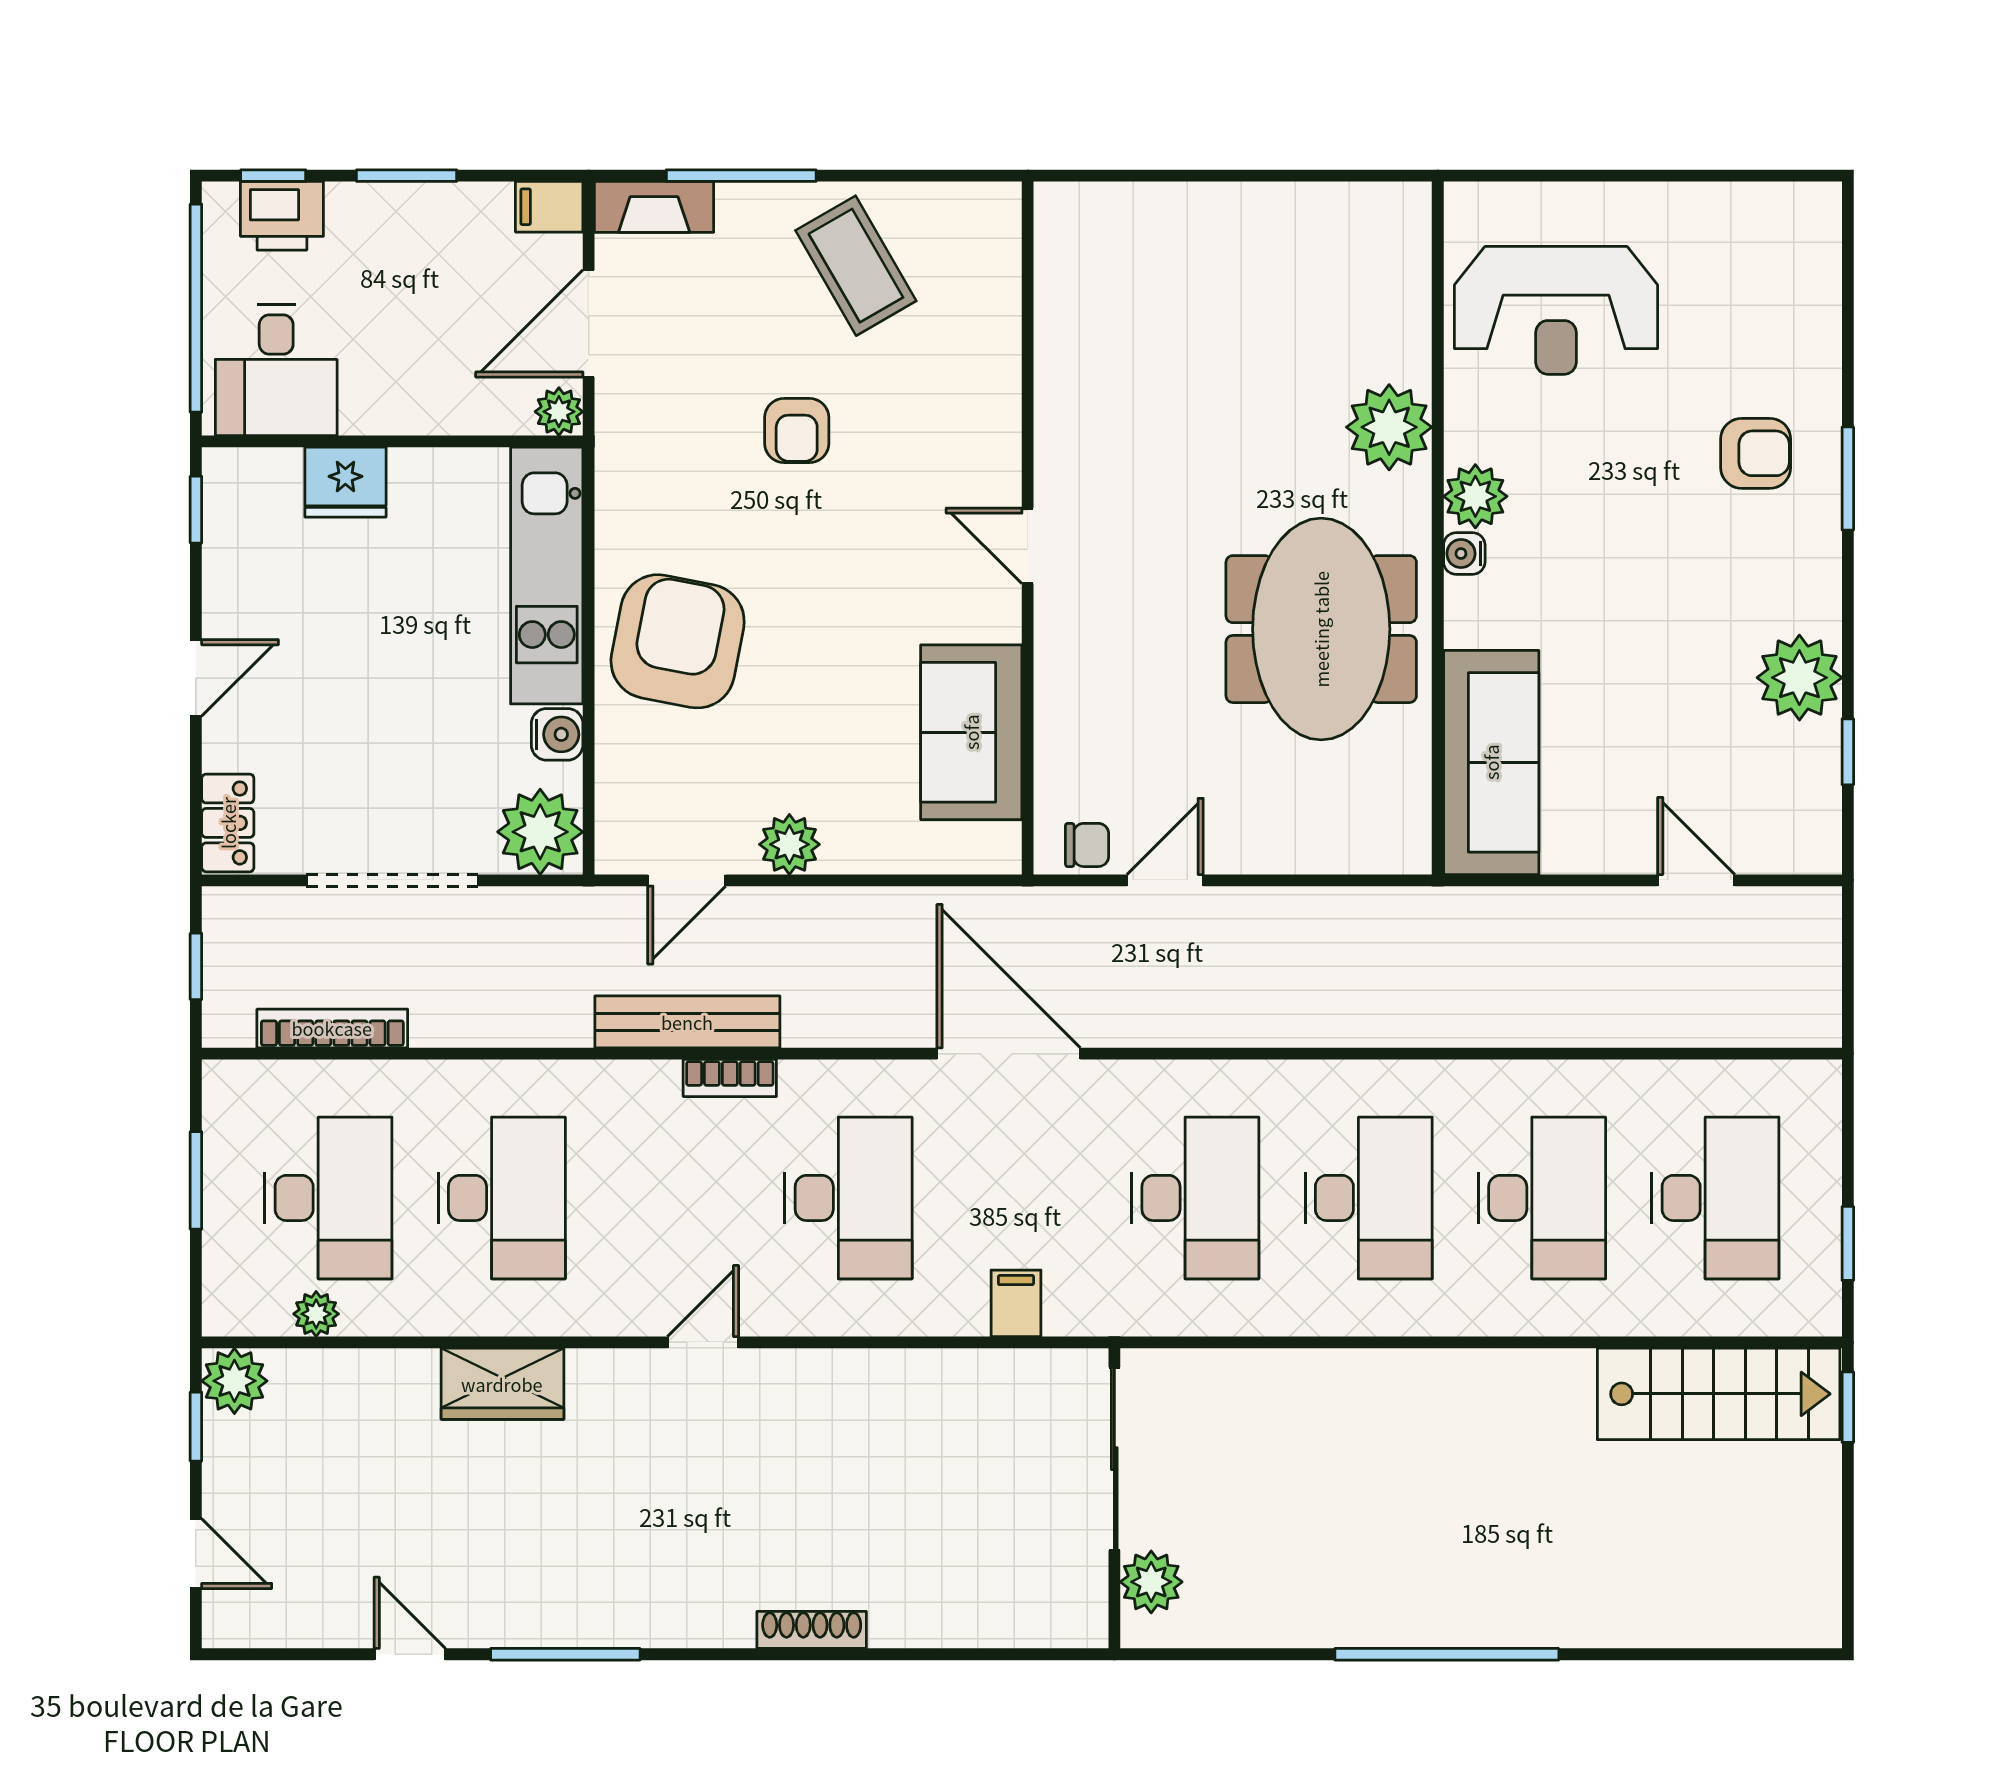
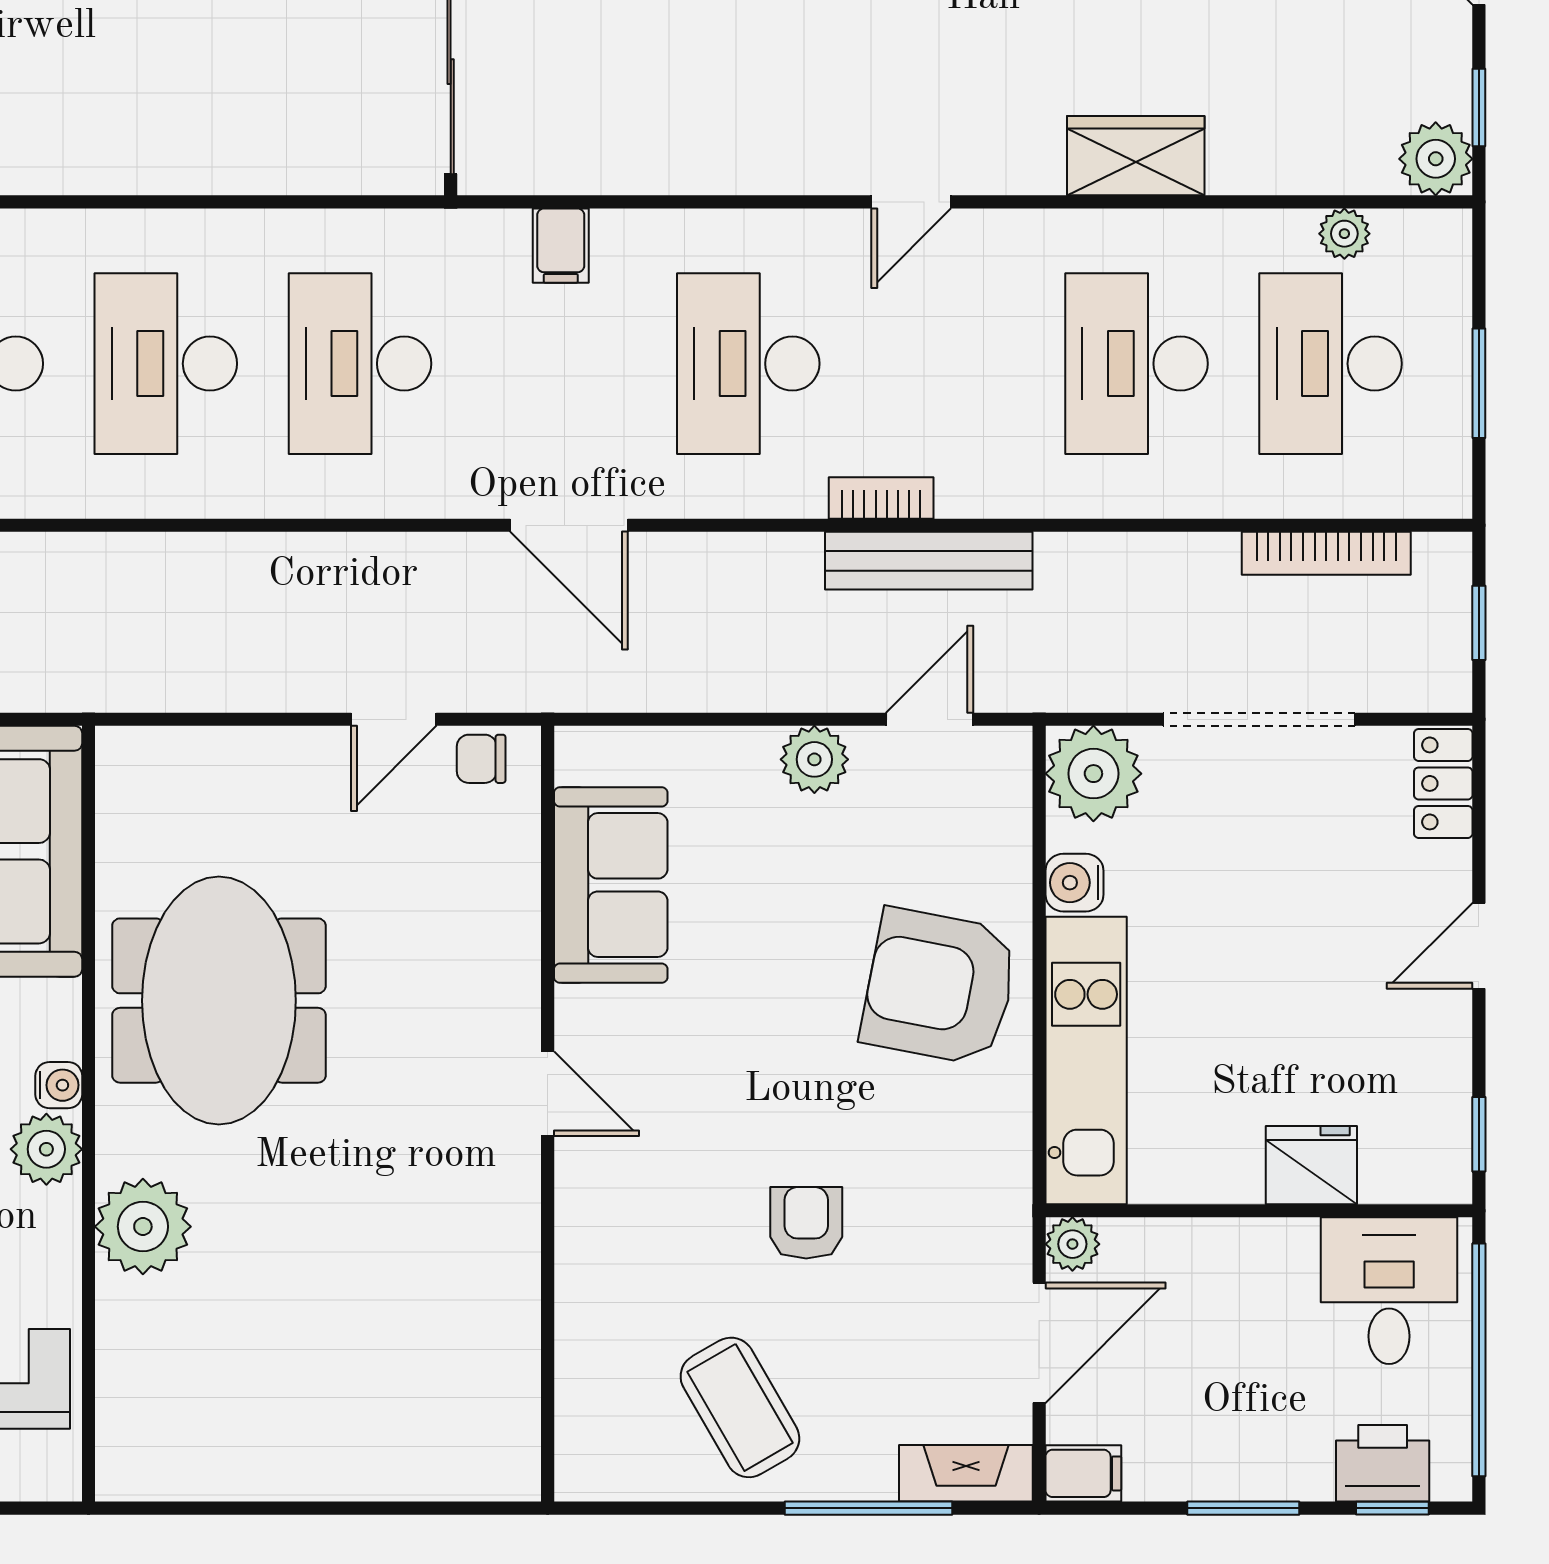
armchair: (678, 641) -> (940, 987), turned 90
door: (1009, 1054) -> (569, 525), width x0.73

